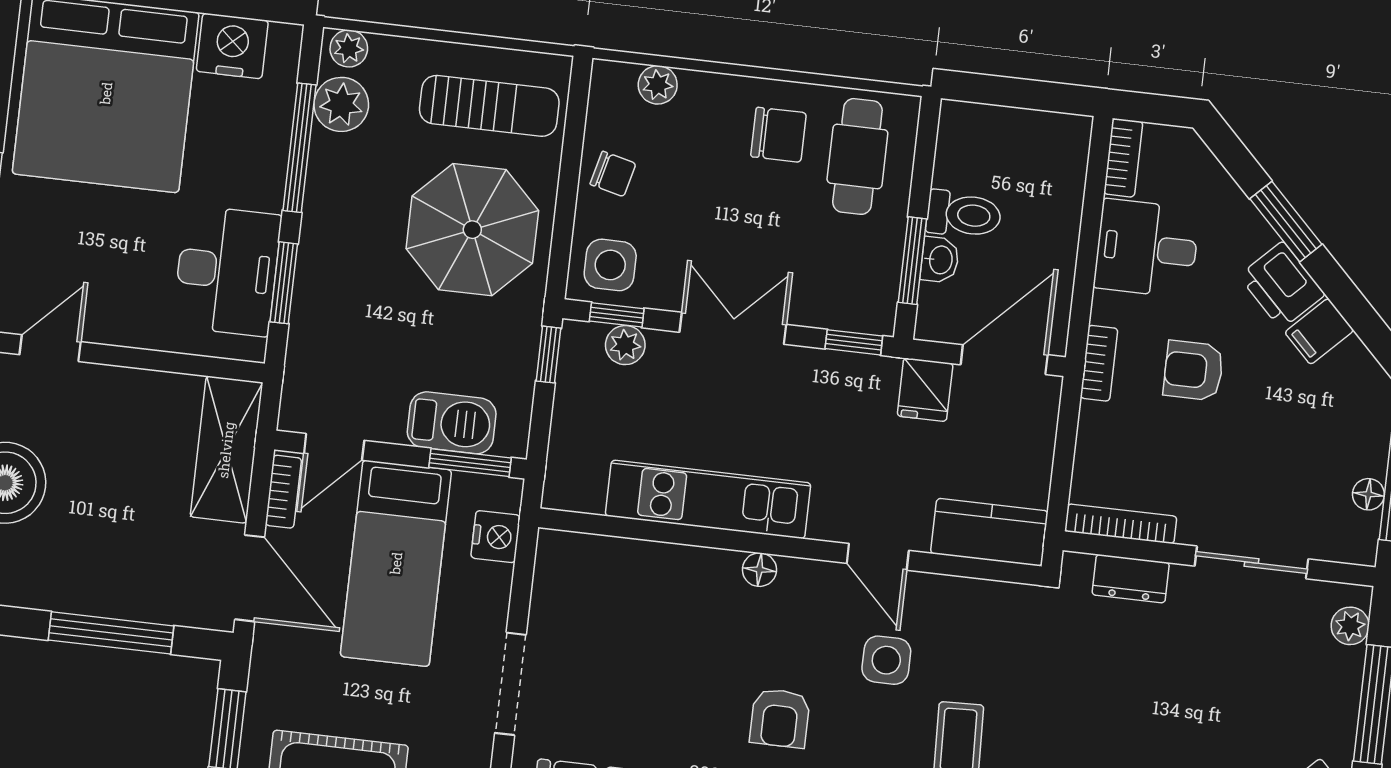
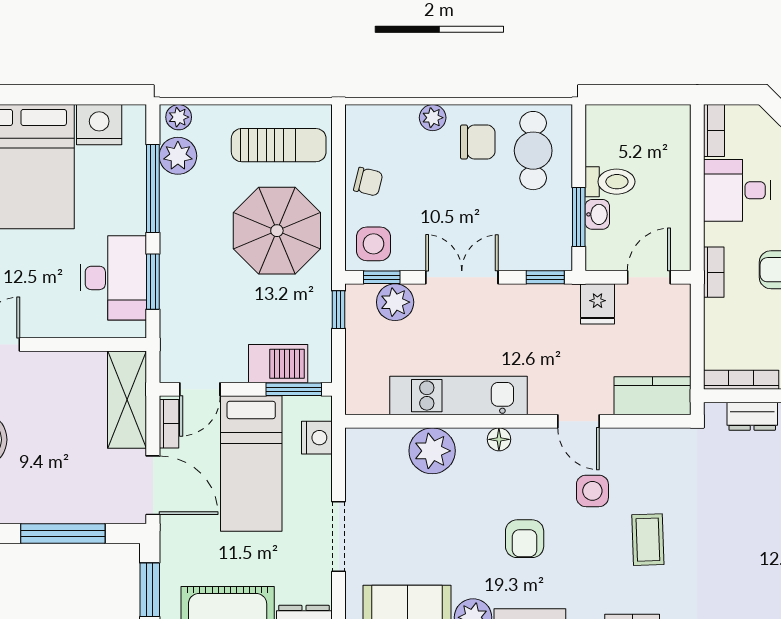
plant: (658, 85) -> (433, 118), moved
plant: (625, 345) -> (395, 302), width x1.38, depth x1.38
door: (1004, 360) -> (649, 277), width x0.73
plant: (661, 575) -> (432, 451), added

